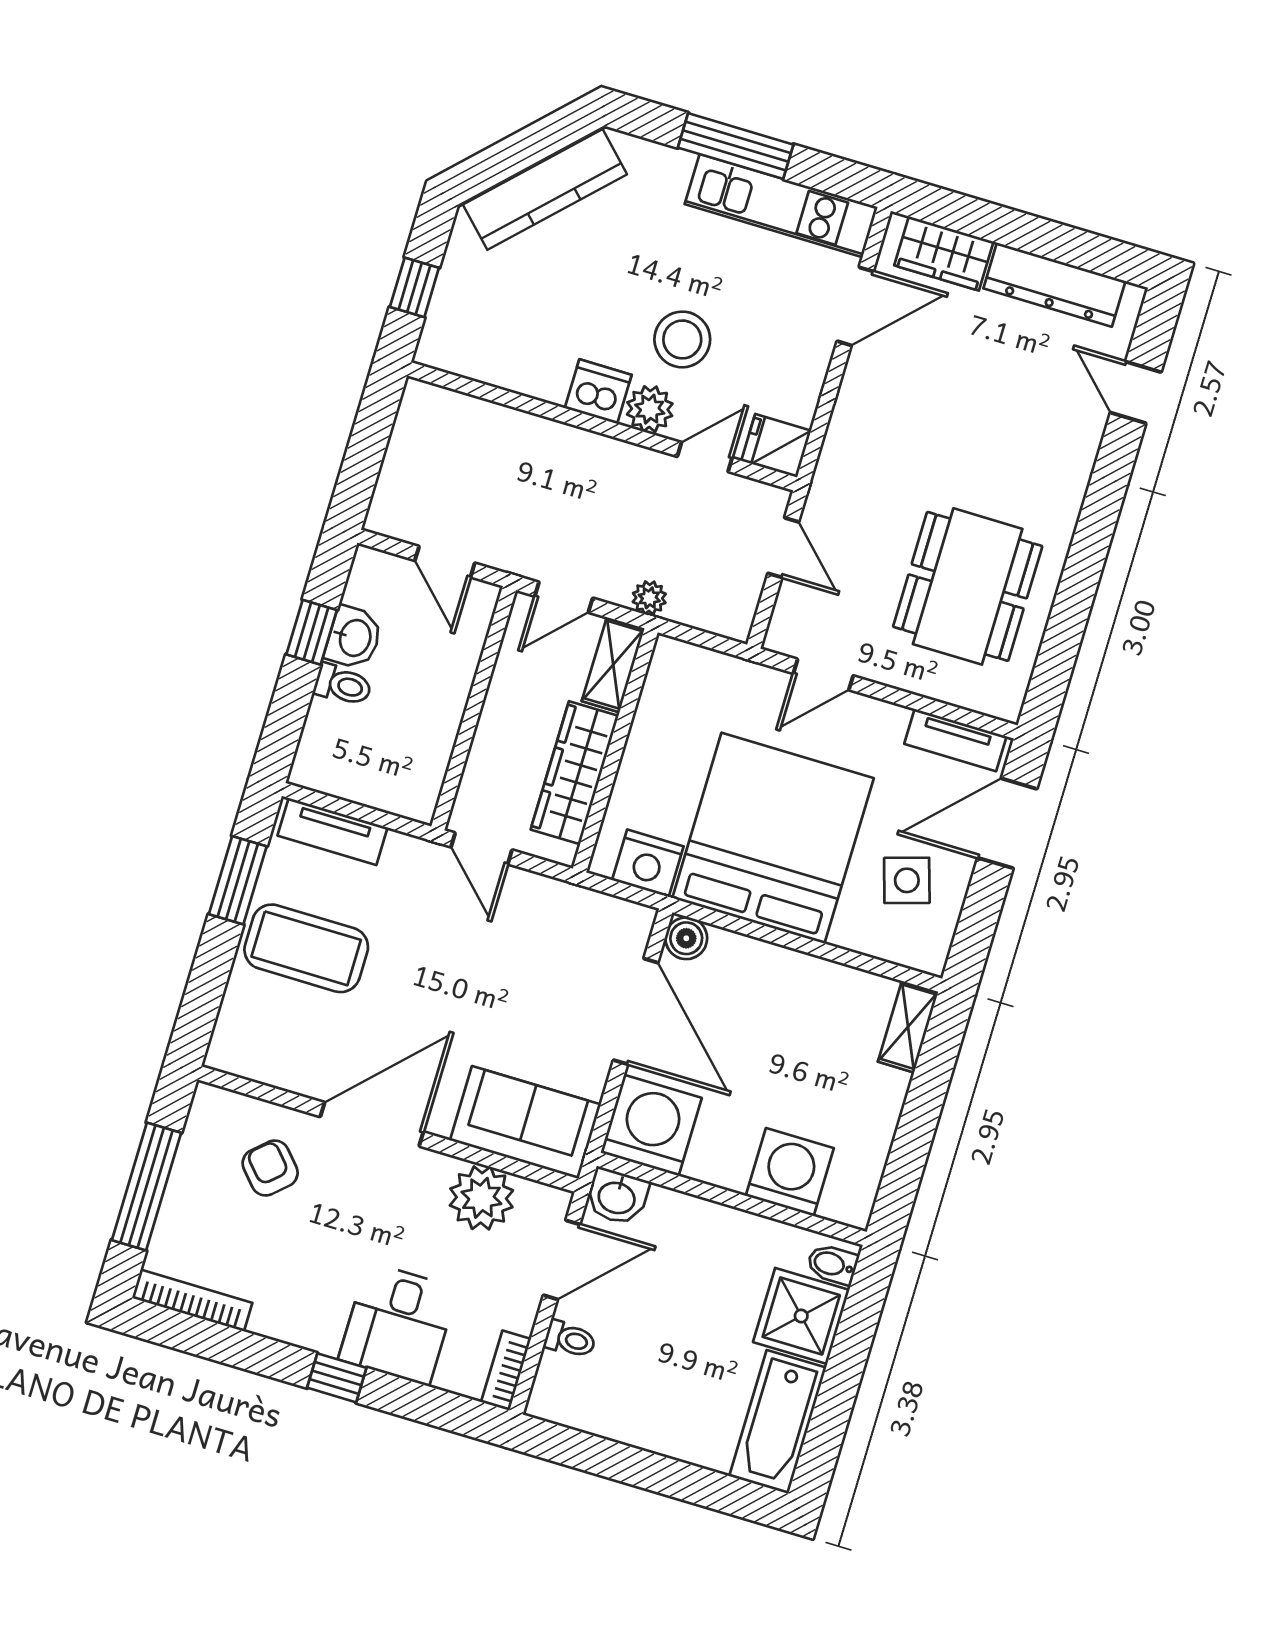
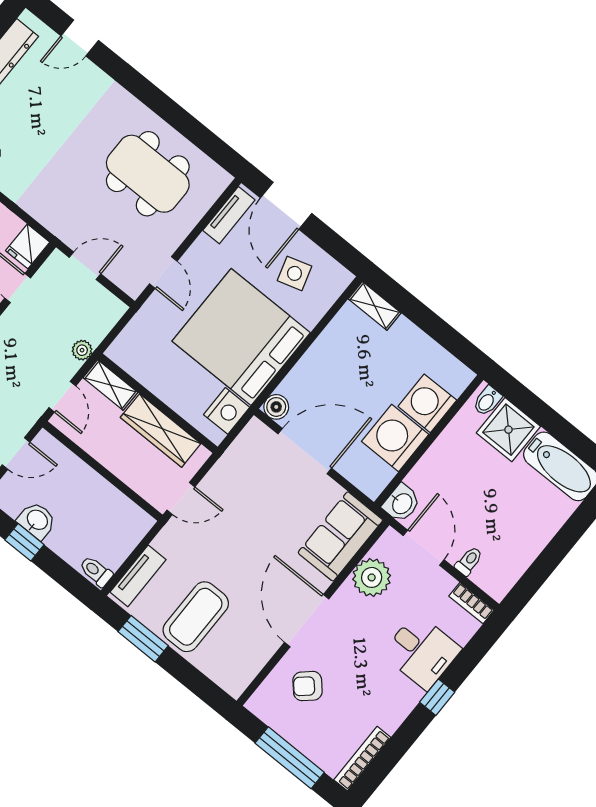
toilet: (343, 685) -> (96, 571), moved, turned -90
washing machine: (651, 1125) -> (395, 438), moved

